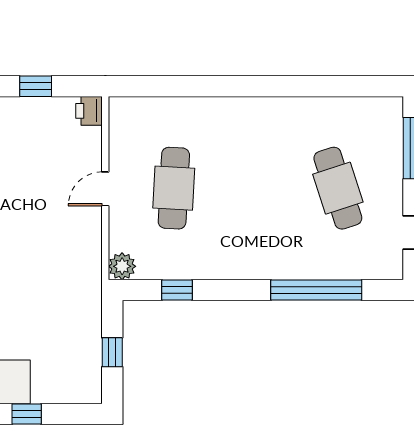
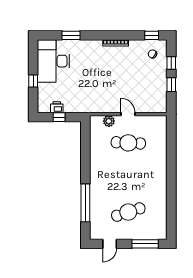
printer: (89, 111) -> (57, 107), moved
plant: (122, 266) -> (109, 121), moved
window: (177, 290) -> (85, 144), removed

